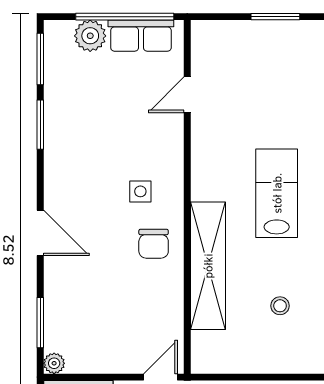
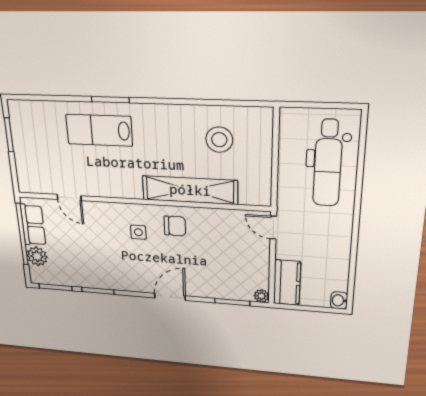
lab bench: (277, 193) -> (99, 130), moved
stool: (280, 306) -> (219, 140), width x1.89, depth x1.89

